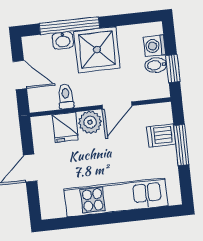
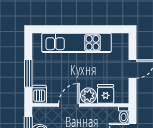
toilet: (66, 97) -> (124, 115), moved
dishwasher: (161, 135) -> (39, 94), moved, turned -90

